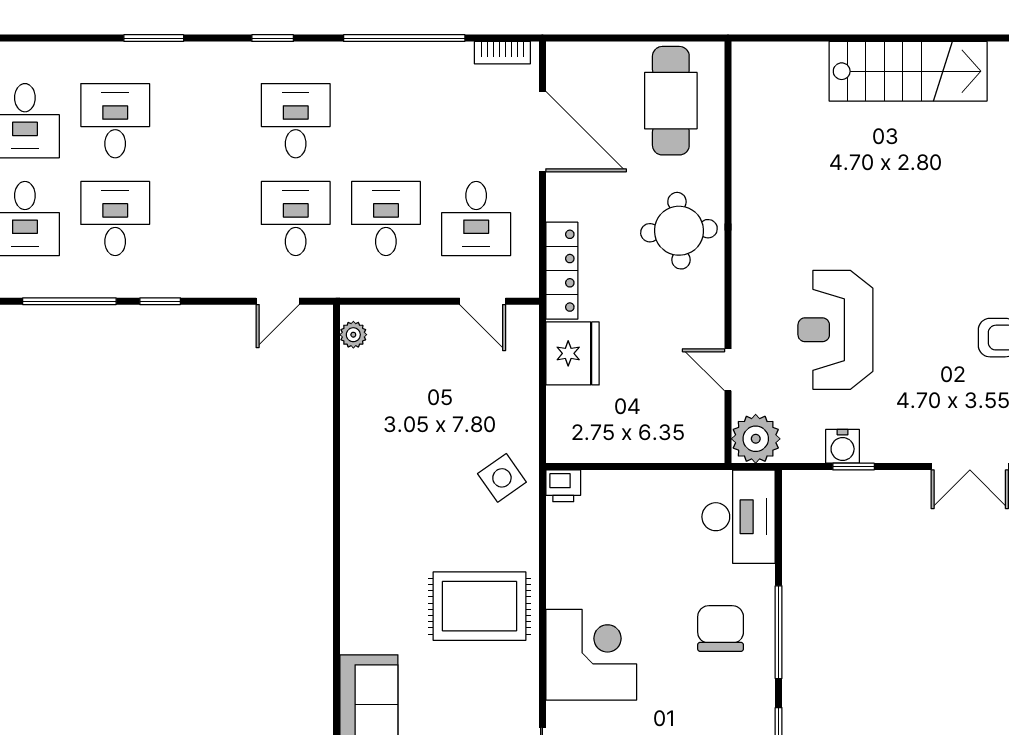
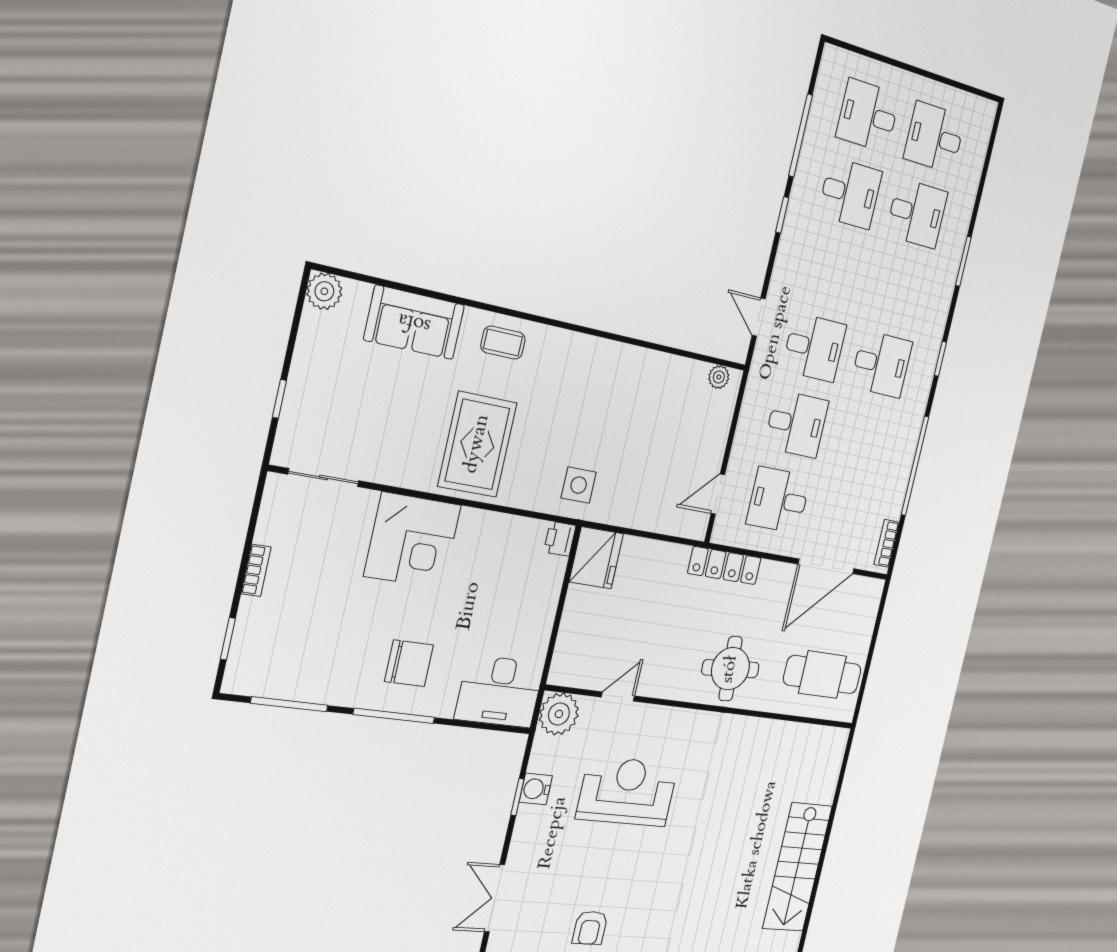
fridge: (572, 353) -> (596, 558), moved, turned -90
side table: (502, 478) -> (579, 485), turned 35
coffee table: (369, 603) -> (503, 343), added

